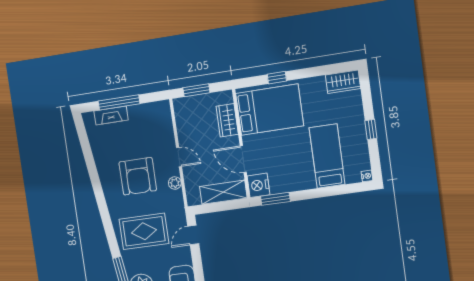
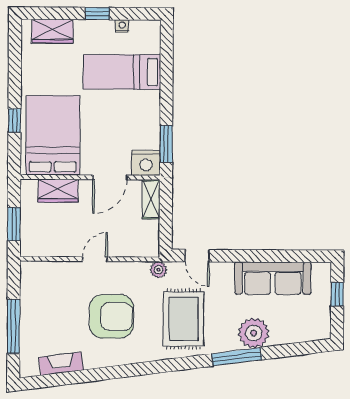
wardrobe: (343, 82) -> (53, 31), moved, turned 90
fireplace: (111, 116) -> (61, 364), moved, turned -98
nightstand: (367, 176) -> (122, 26), moved
plant: (175, 183) -> (158, 270), moved
shelving: (223, 192) -> (151, 199), width x0.67, depth x0.75

